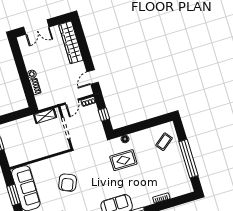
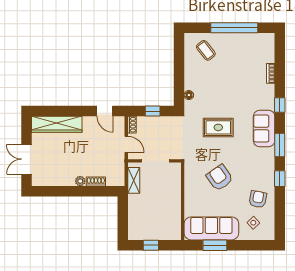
double door: (36, 27) -> (27, 159), swing flipped
rug: (123, 160) -> (218, 127), moved, turned 90
armchair: (68, 183) -> (220, 178), turned -148

